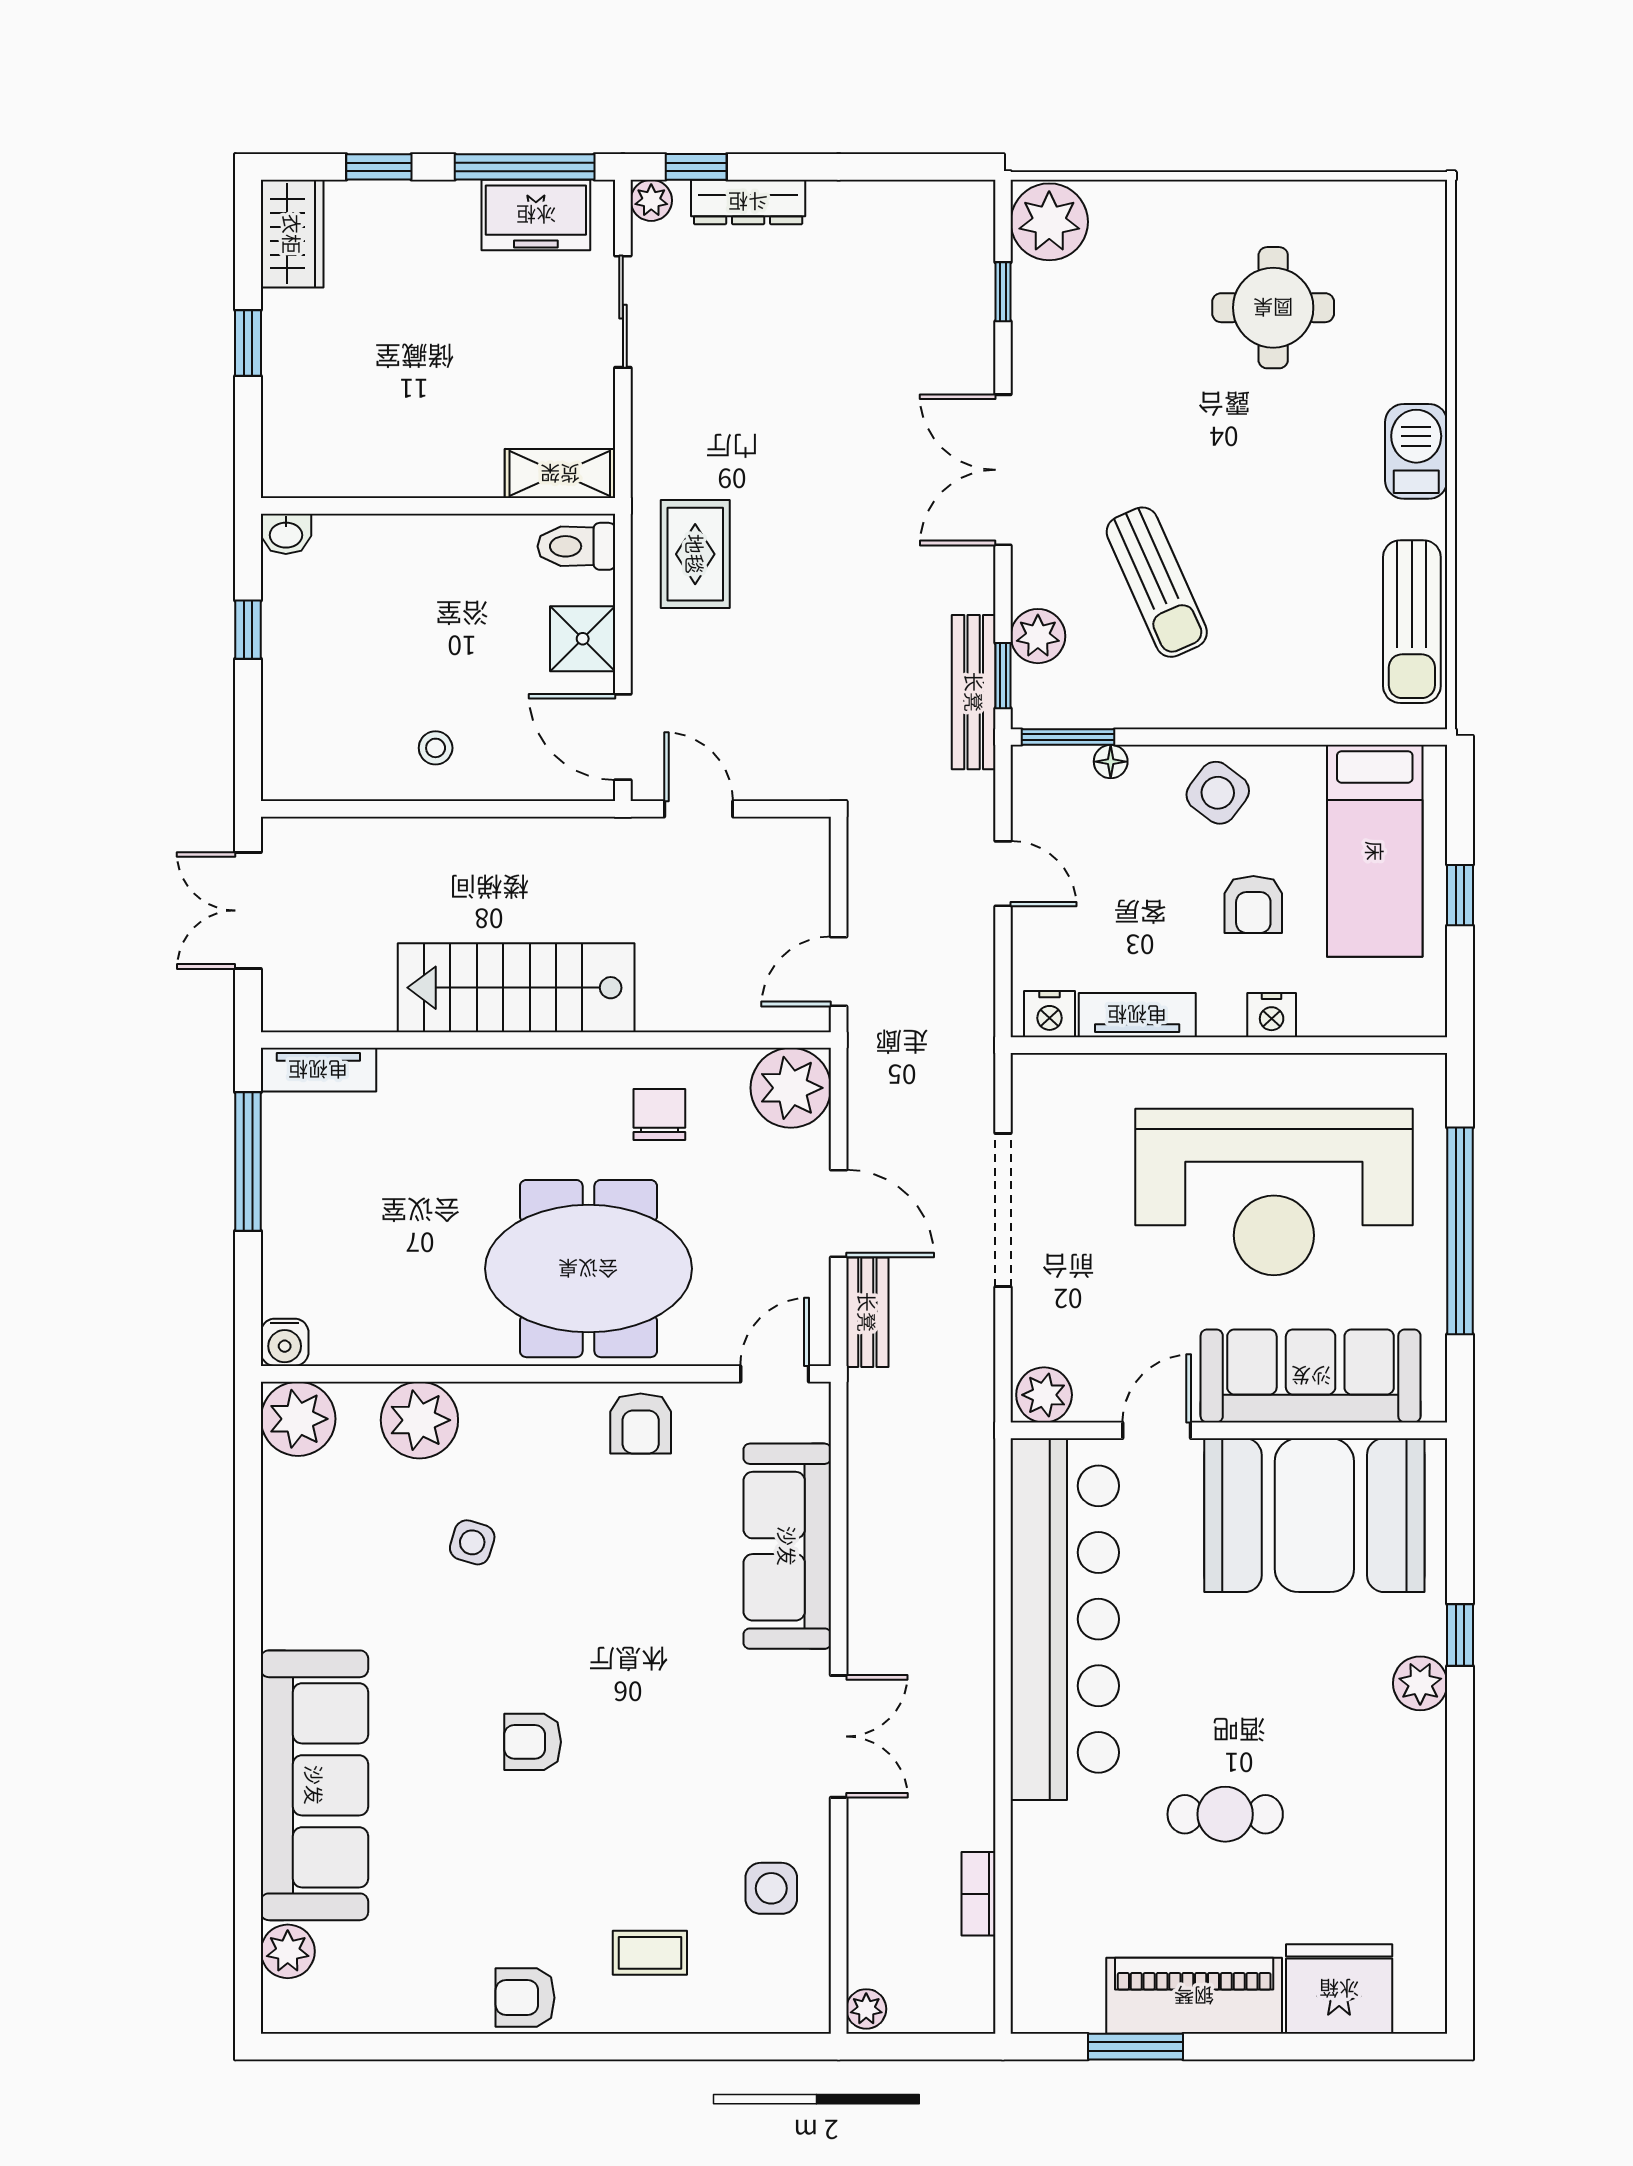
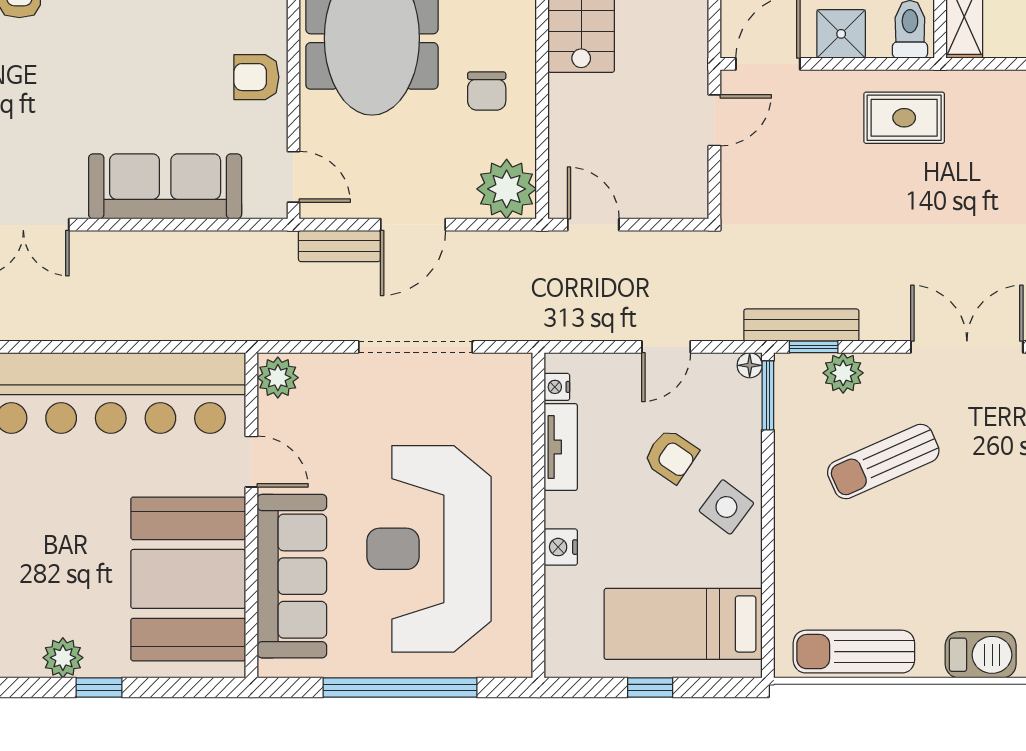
floor lamp: (1111, 762) -> (750, 365), moved
armchair: (1253, 904) -> (671, 456), moved, turned -146
nightstand: (1050, 1014) -> (557, 387), width x0.72, depth x0.74
chair: (659, 1114) -> (487, 91), turned 90

